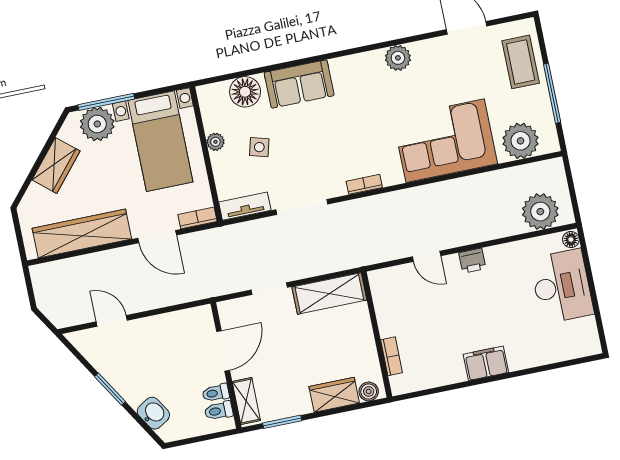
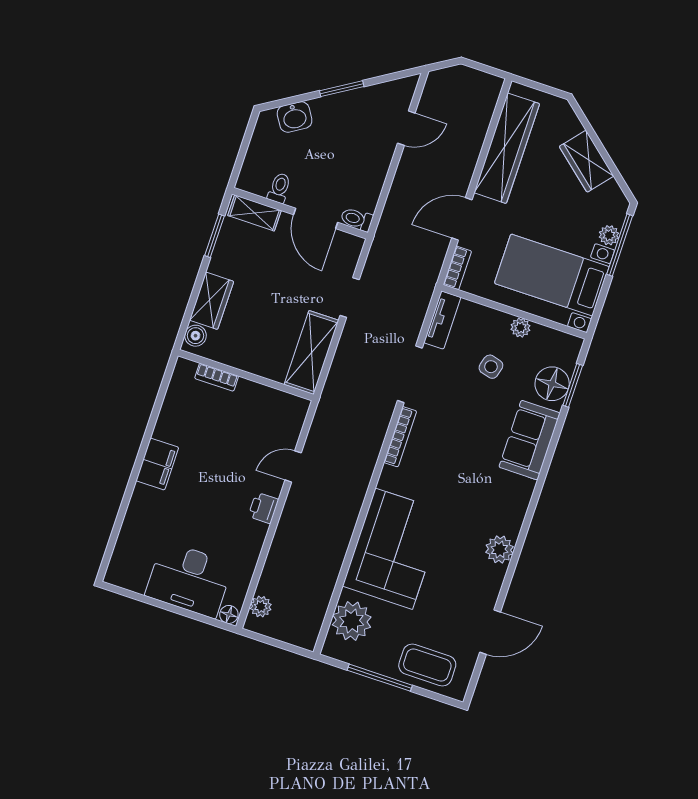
window: (237, 75) -> (573, 385), added
plant: (97, 124) -> (609, 235), width x0.53, depth x0.53
bookcase: (364, 184) -> (400, 437), width x1.56
plant: (540, 212) -> (261, 607), width x0.53, depth x0.53
toilet: (219, 411) -> (357, 219), moved, turned -90

